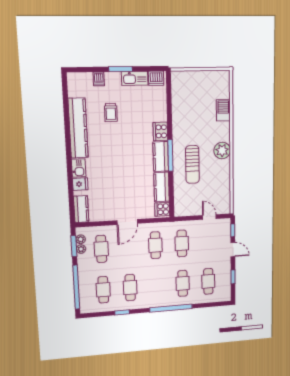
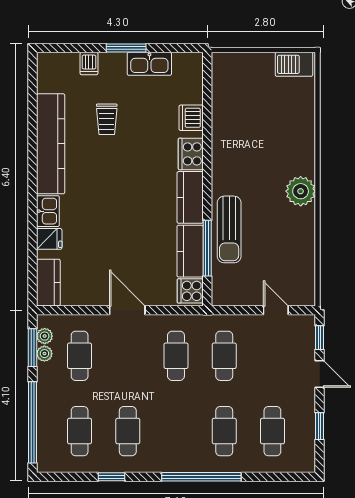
dishwasher: (156, 78) -> (191, 118), moved, turned 90
barbecue: (223, 110) -> (294, 64), moved, turned -90
window: (170, 155) -> (207, 248), moved
sun lounger: (192, 164) -> (229, 229), moved
door: (127, 222) -> (127, 310), swing flipped

